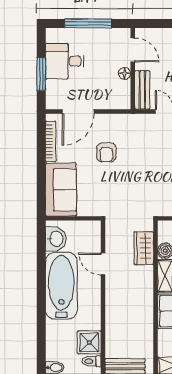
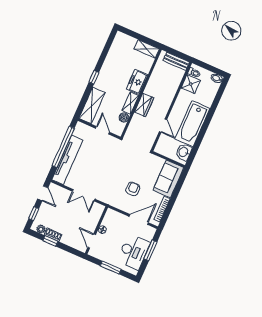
window: (88, 23) -> (111, 267), width x0.69
desk: (65, 61) -> (134, 252), width x1.37
bench: (142, 90) -> (96, 216), removed
wardrobe: (144, 248) -> (144, 105), moved

